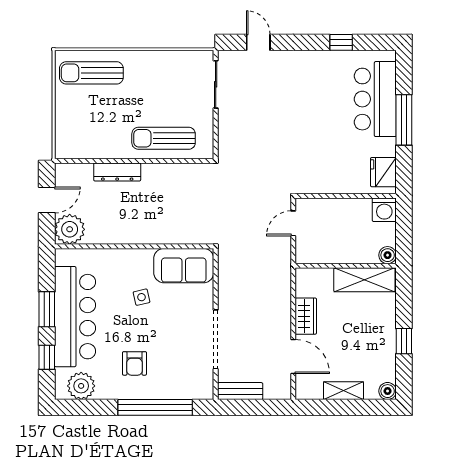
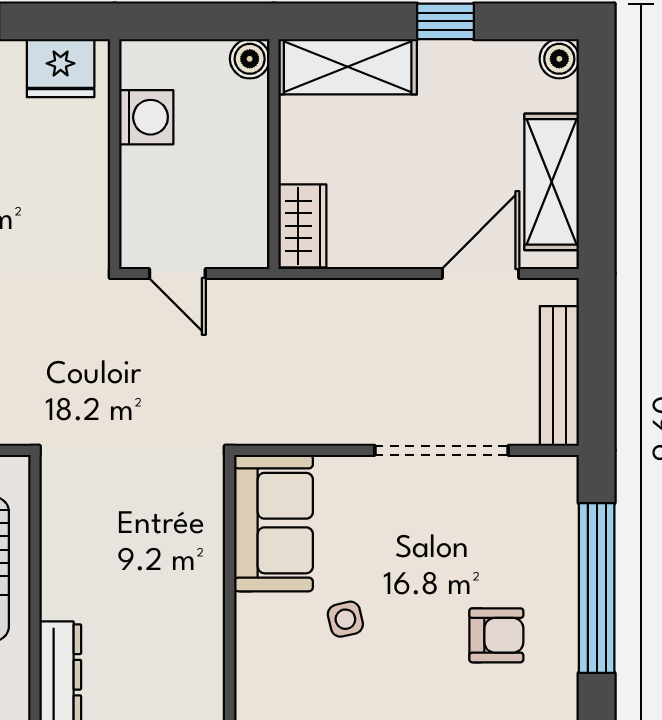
washing machine: (384, 210) -> (146, 117), moved
shelving: (364, 280) -> (348, 67), moved, turned 90
wardrobe: (306, 316) -> (302, 226), moved, turned 90
bench: (240, 391) -> (559, 376), width x1.36
shelving: (343, 391) -> (552, 182), width x1.50, depth x1.33

